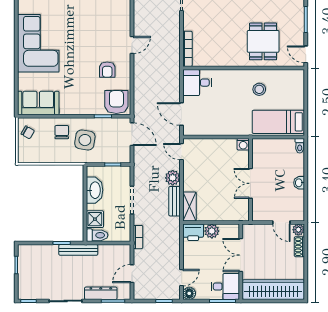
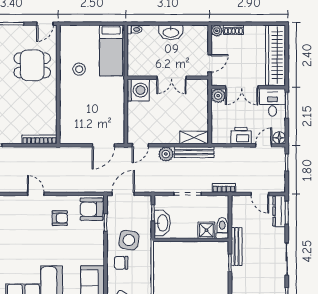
desk: (197, 83) -> (73, 130), removed
washing machine: (243, 144) -> (138, 90), width x1.89, depth x1.89
washbasin: (299, 183) -> (171, 32), width x1.91, depth x1.45
washbasin: (95, 190) -> (162, 223), moved, turned 90
bench: (175, 201) -> (194, 152), width x1.36
door: (281, 222) -> (210, 63), moved
plant: (212, 231) -> (218, 96), moved
printer: (193, 232) -> (241, 136), moved, turned -90
door: (182, 278) -> (264, 145), hinge flipped
dresser: (101, 293) -> (279, 211), moved

